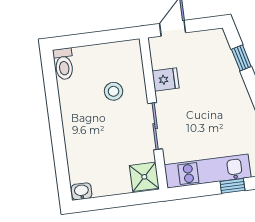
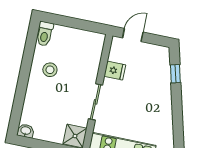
stool: (114, 91) -> (50, 70), moved

